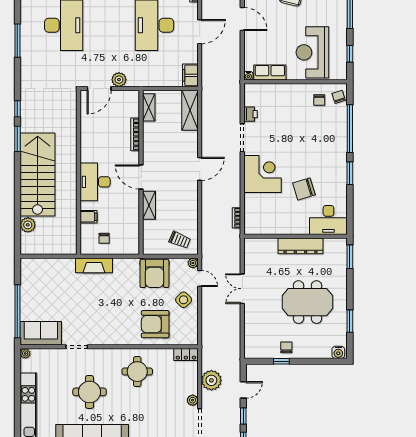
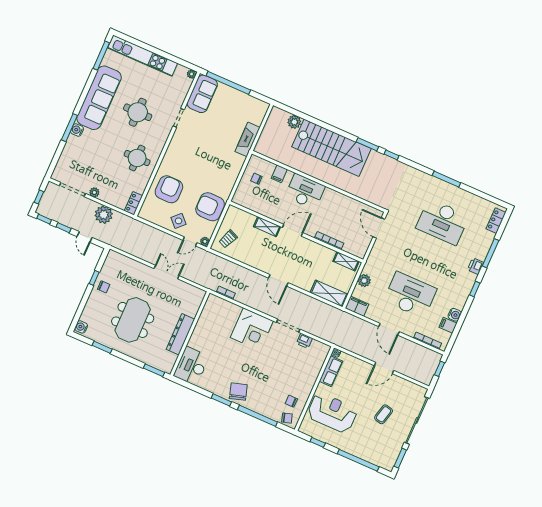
plant: (119, 80) -> (364, 281), moved
chair: (304, 189) -> (238, 392), moved
fireplace: (94, 265) -> (248, 139), moved

